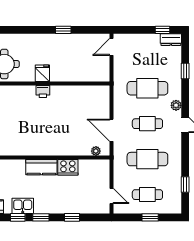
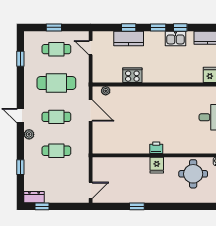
cafe table: (147, 88) -> (56, 151), width x0.73, depth x0.74
kitchen counter: (41, 167) -> (129, 38), moved, turned 180

